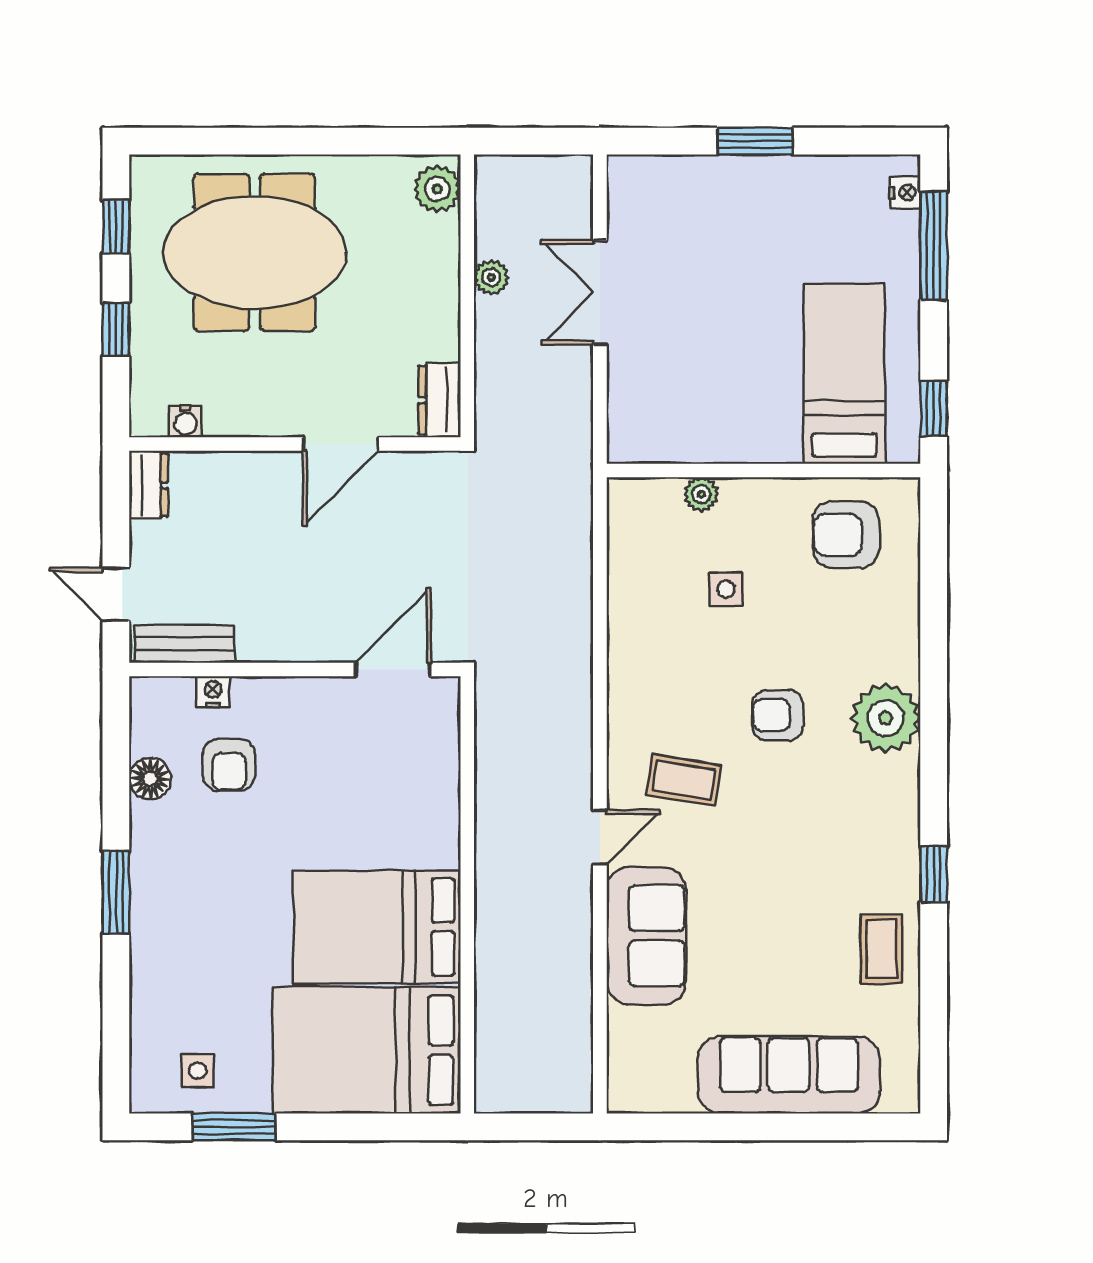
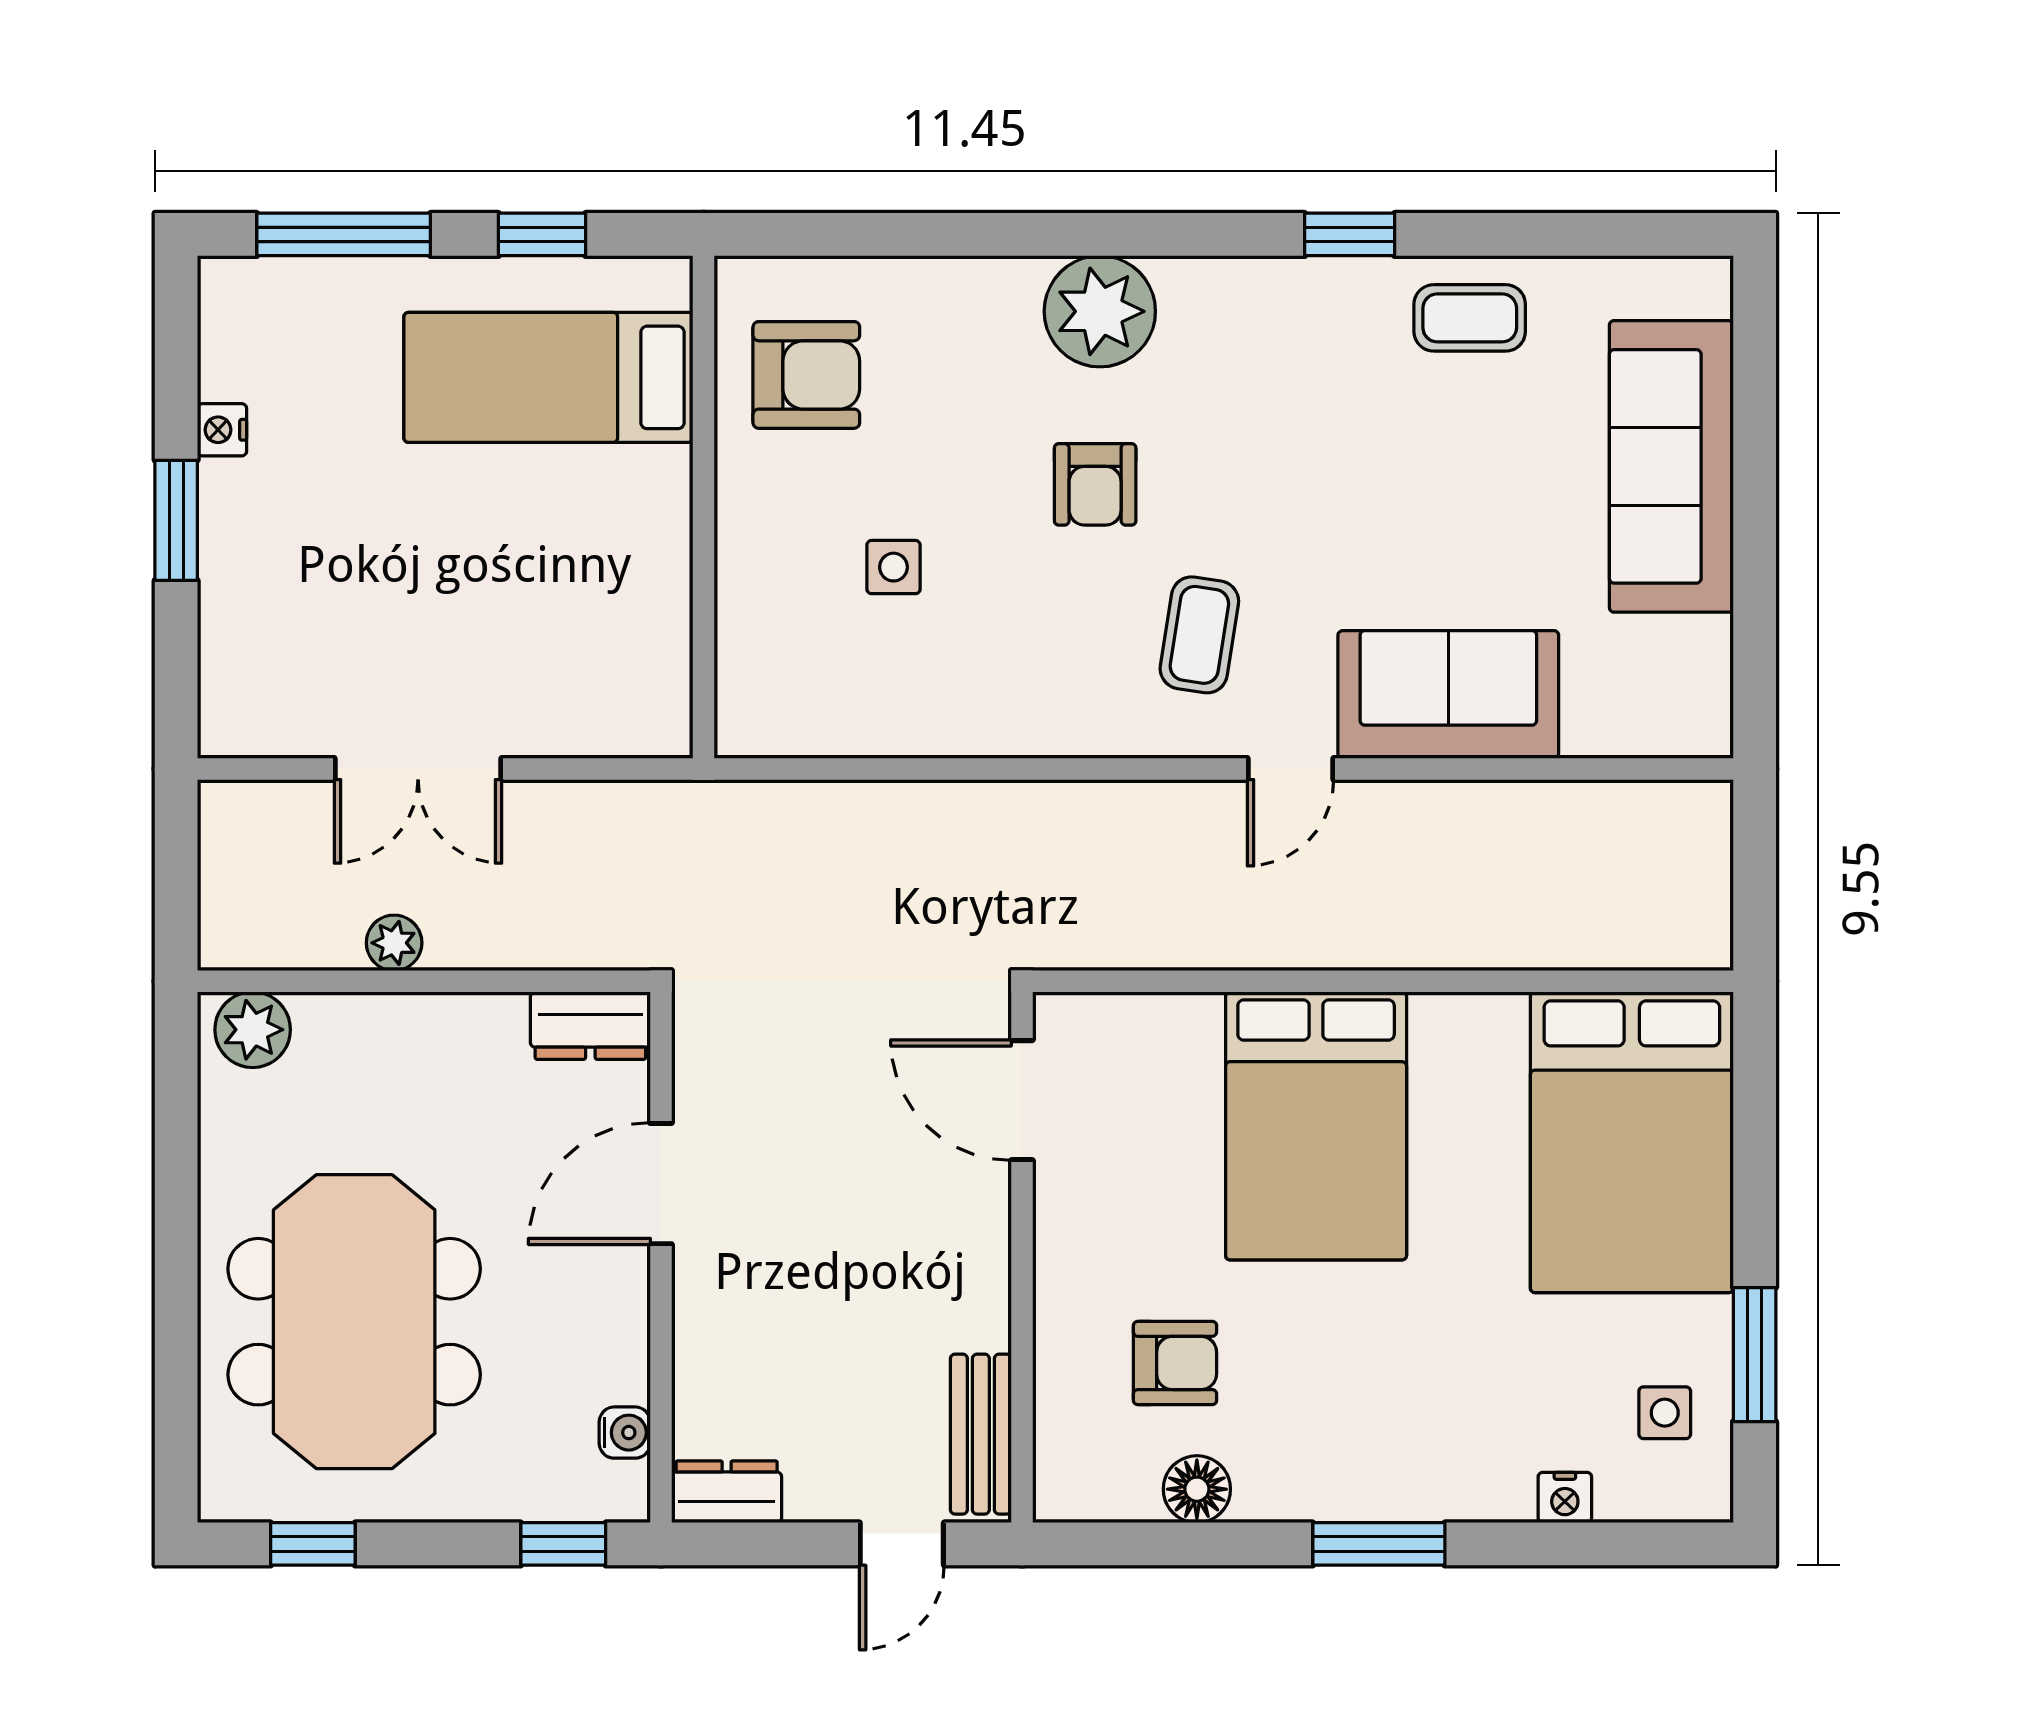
nightstand: (905, 192) -> (222, 430), moved, turned -90
window: (116, 329) -> (563, 1544), moved
window: (934, 409) -> (542, 234), moved
door: (341, 444) -> (661, 1184), swing flipped
plant: (701, 494) -> (741, 606), removed
armchair: (846, 535) -> (806, 375), turned -90
nightstand: (213, 692) -> (1565, 1498), moved, turned -90
door: (600, 837) -> (1290, 769), swing flipped
bed: (377, 927) -> (1316, 1126), moved

